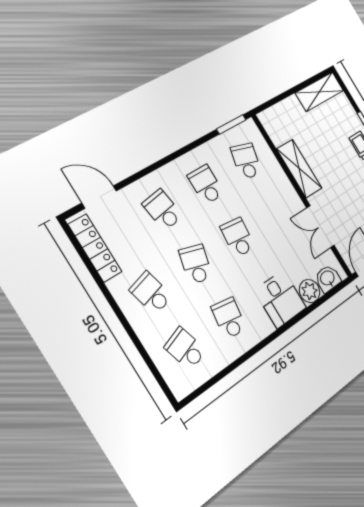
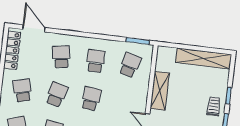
shelving: (320, 92) -> (203, 58), width x1.47

